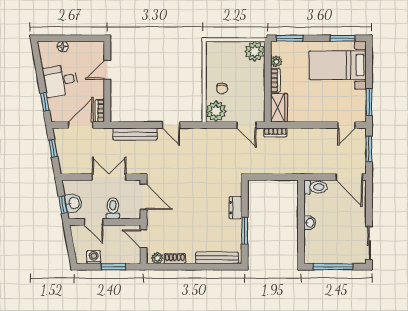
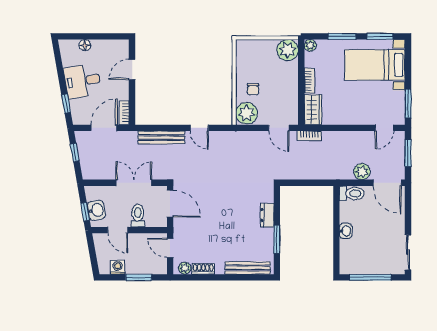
window: (290, 38) -> (342, 36), moved
plant: (276, 62) -> (310, 45), moved
plant: (325, 167) -> (362, 172), added

